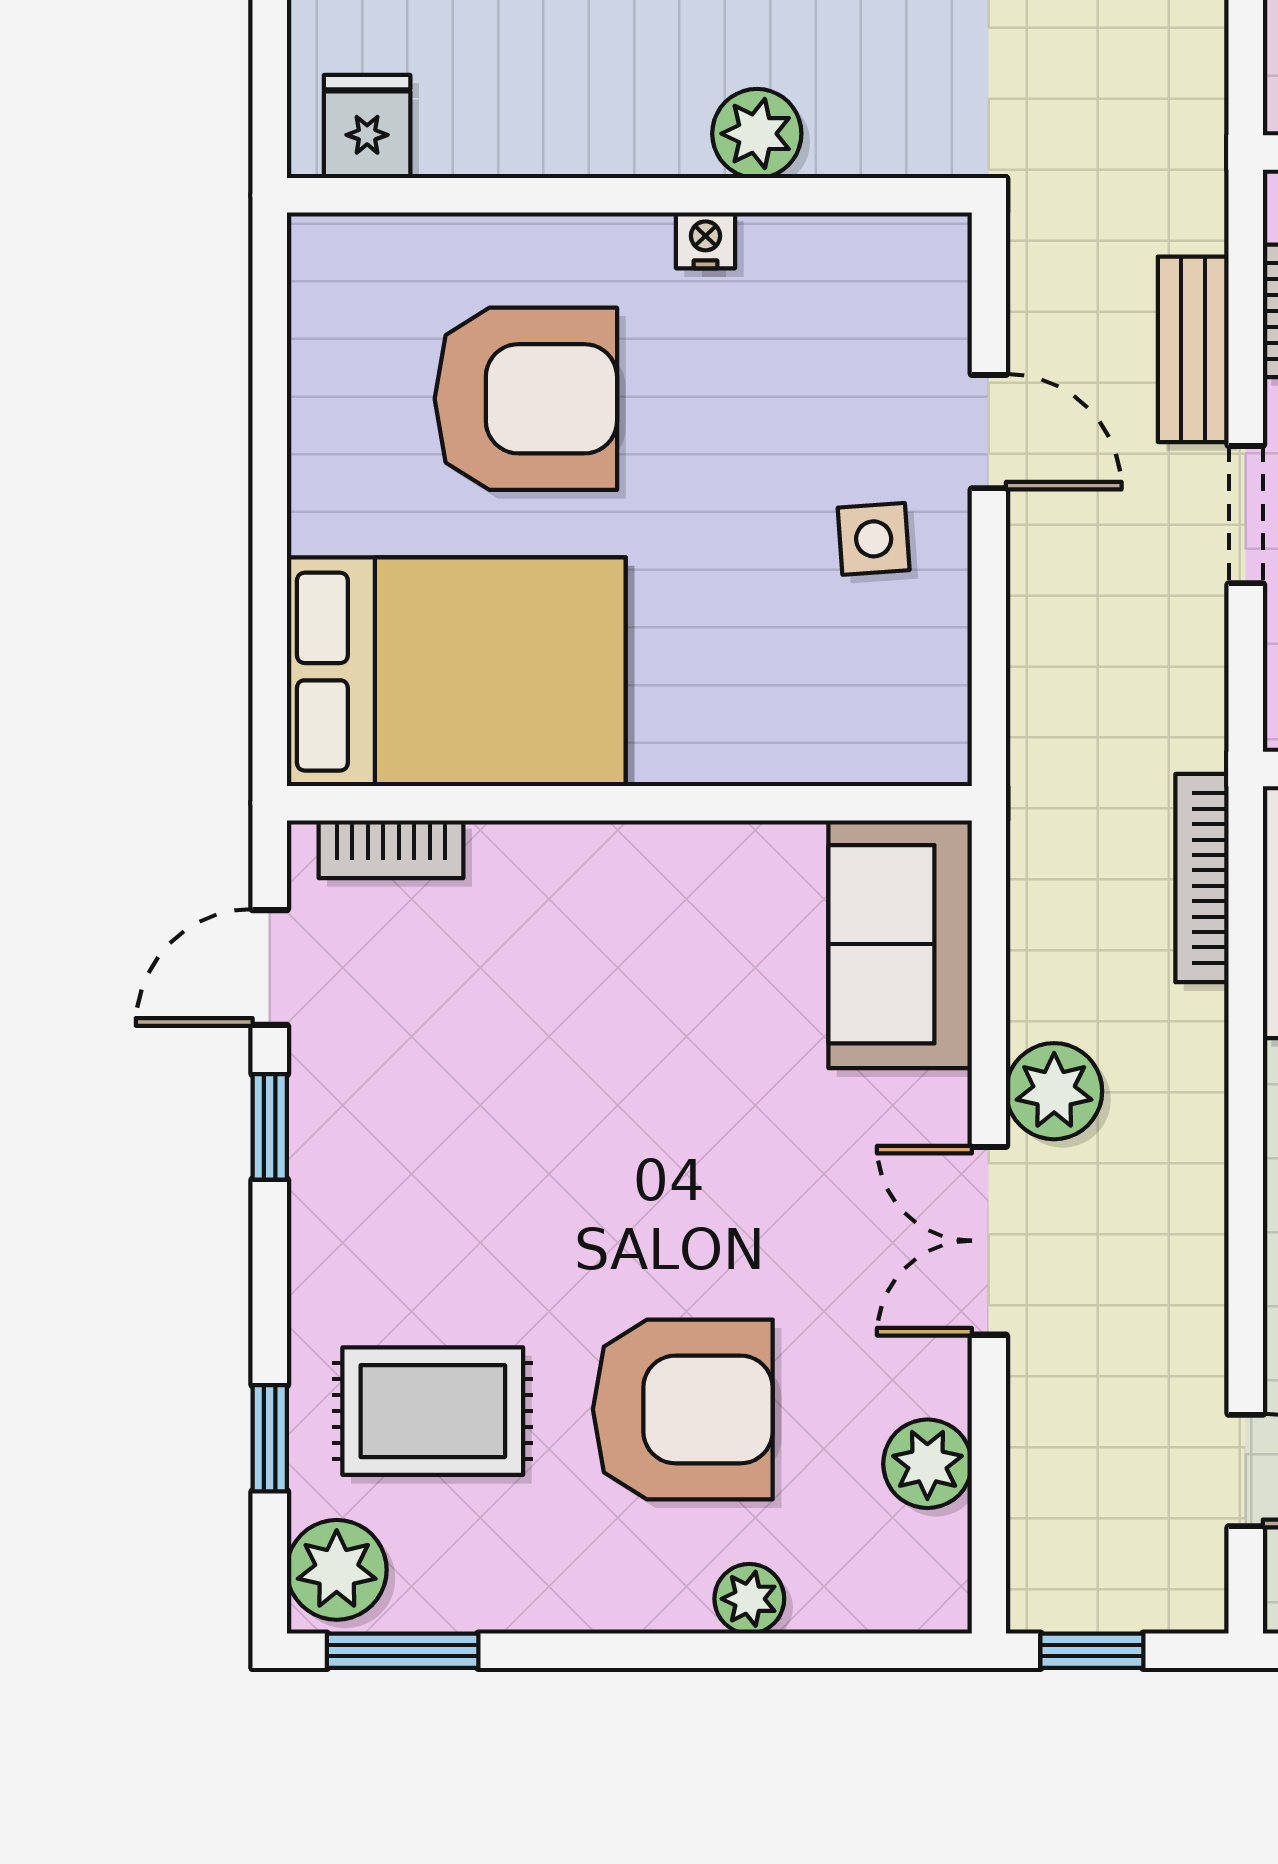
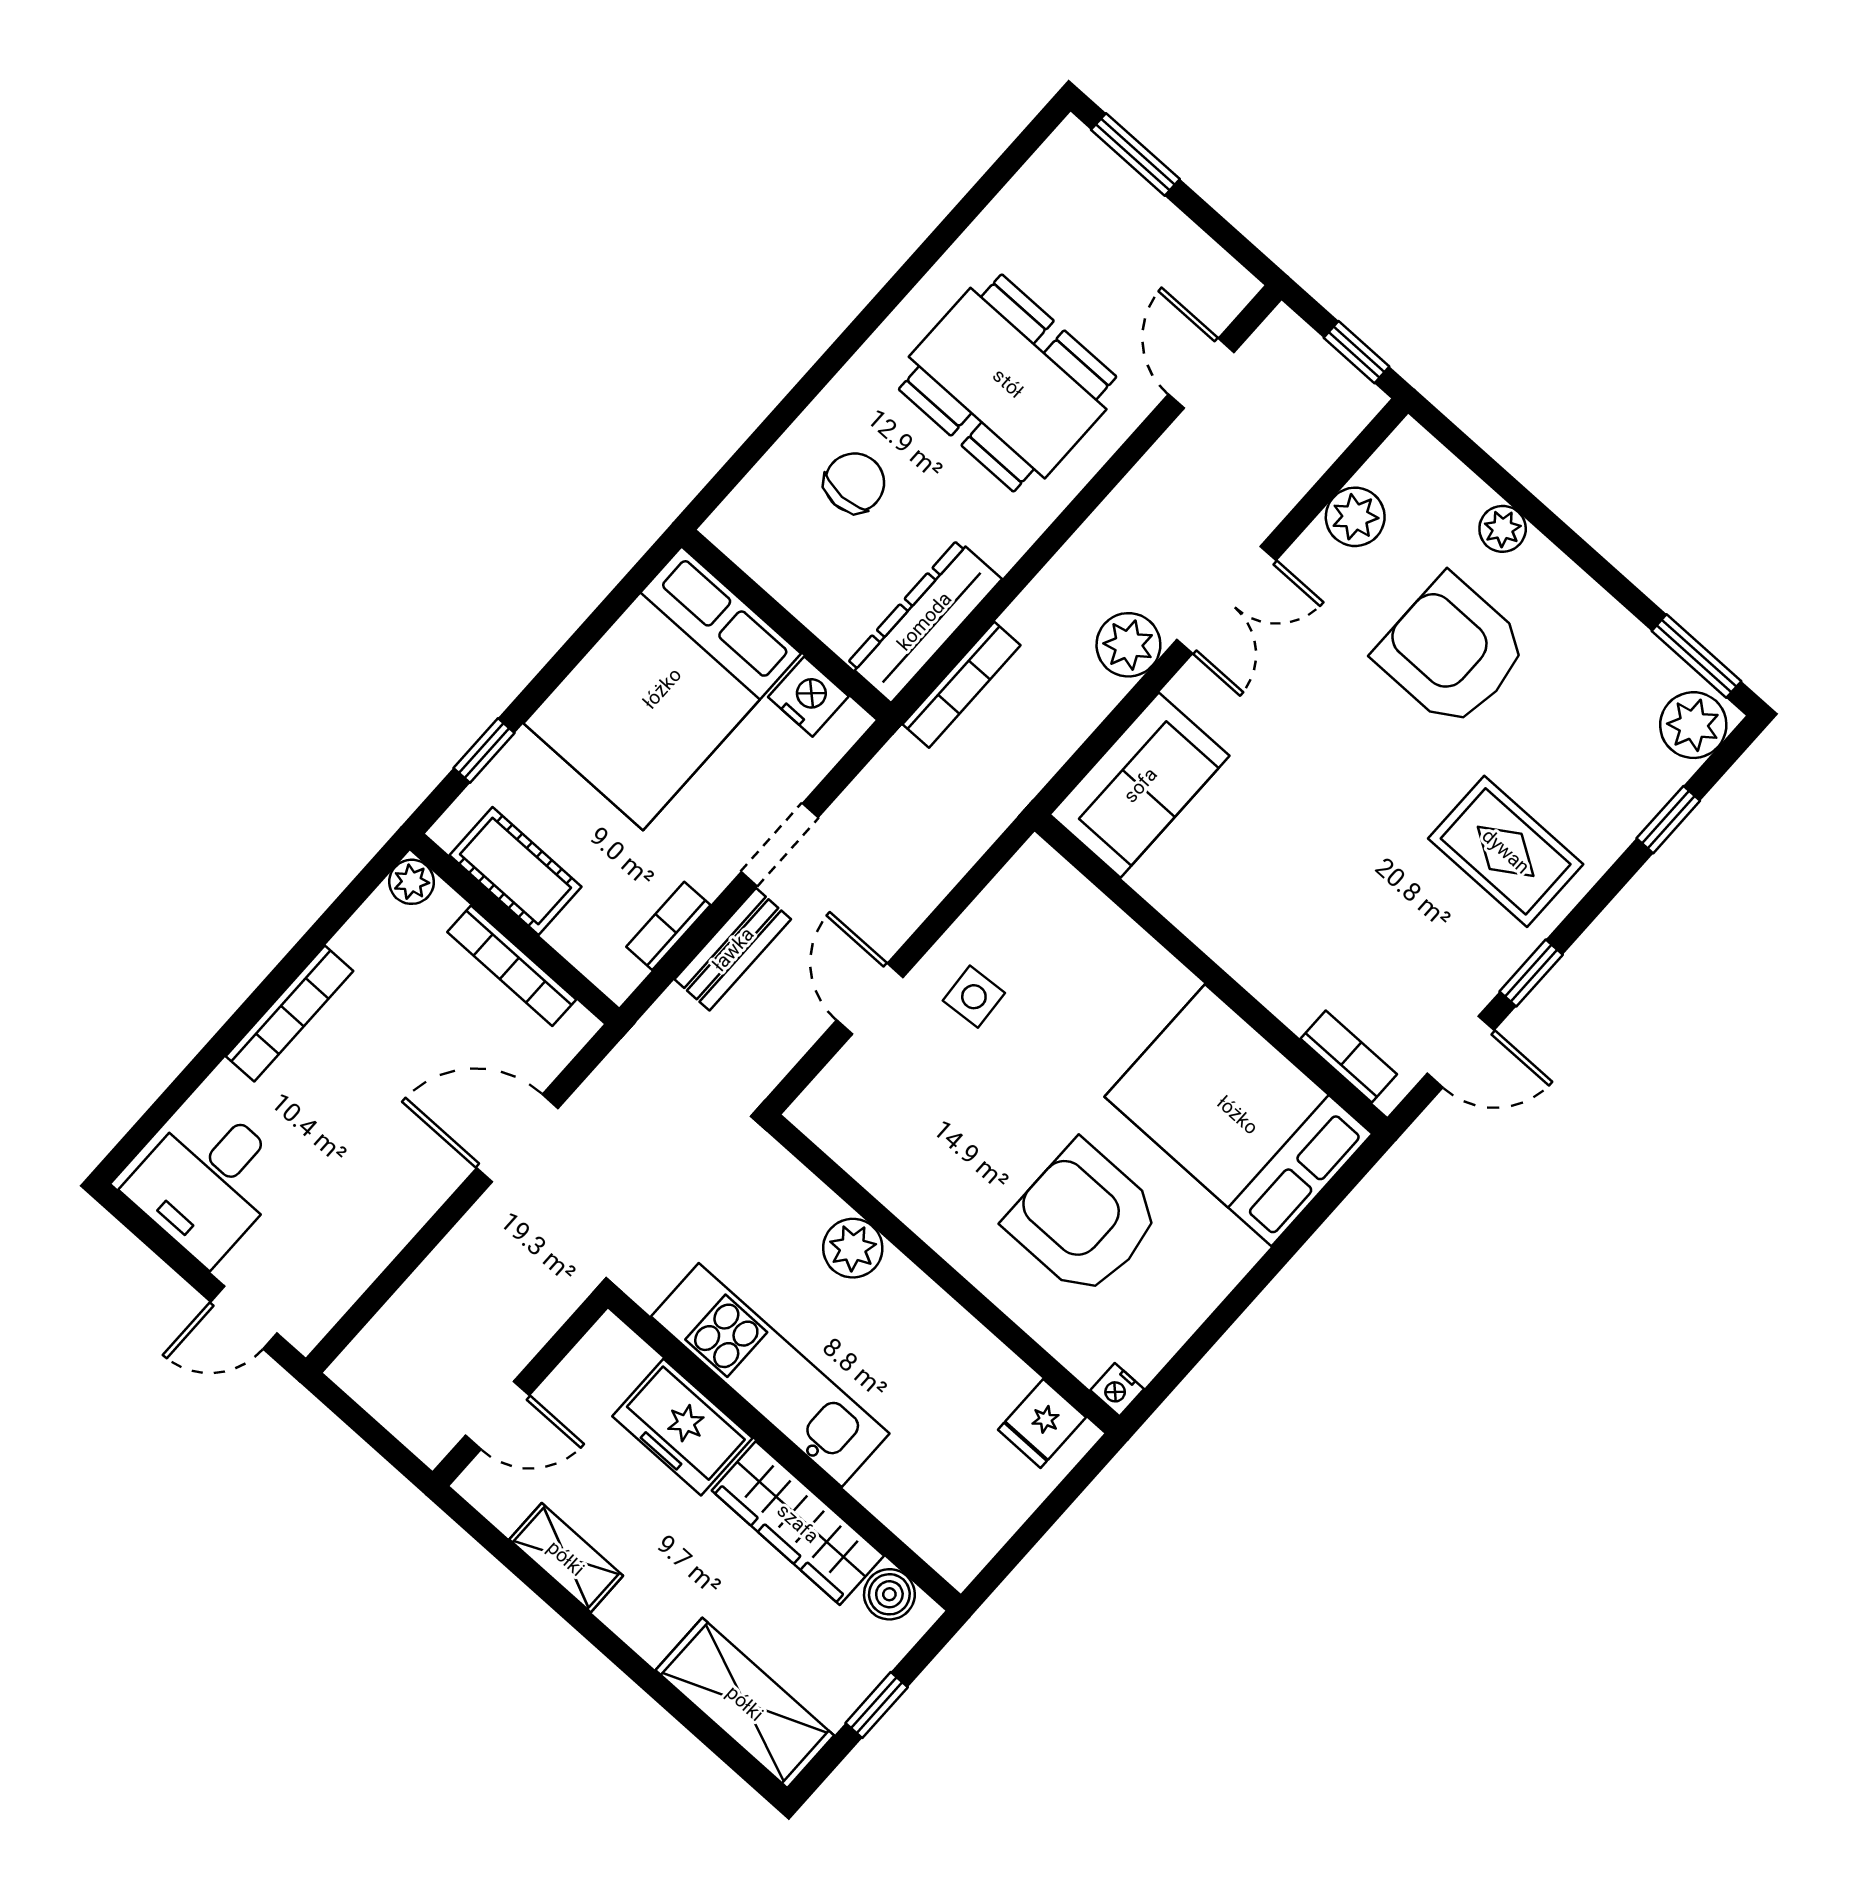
nightstand: (705, 240) -> (1117, 1390), moved
rug: (433, 1411) -> (1506, 851), moved

